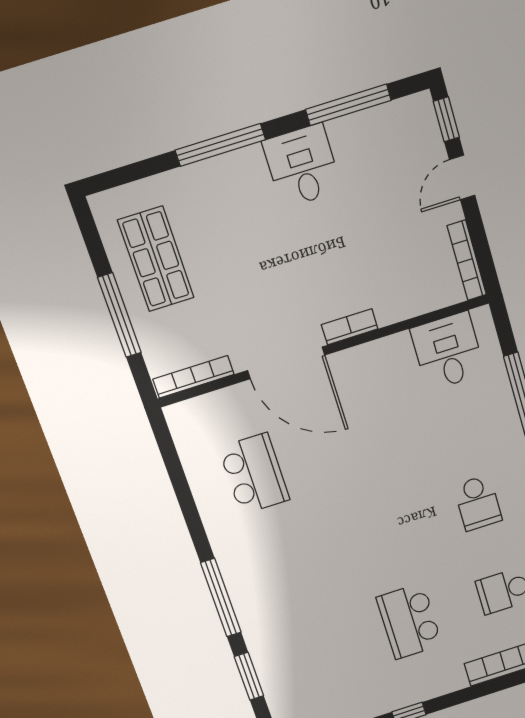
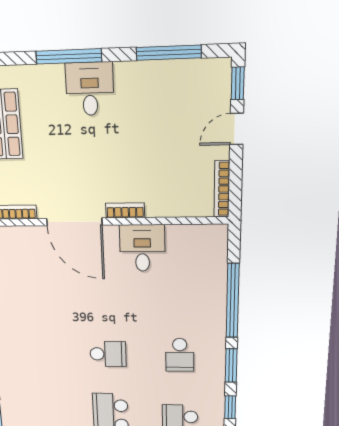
desk: (302, 166) -> (90, 89), moved
desk: (448, 351) -> (142, 248), moved
school desk: (254, 474) -> (108, 354), moved, width x0.54

